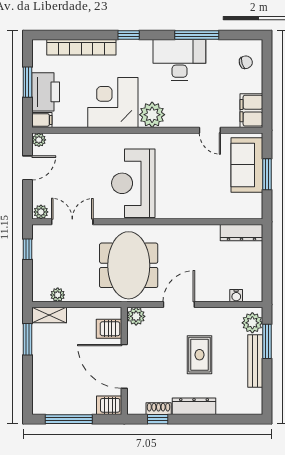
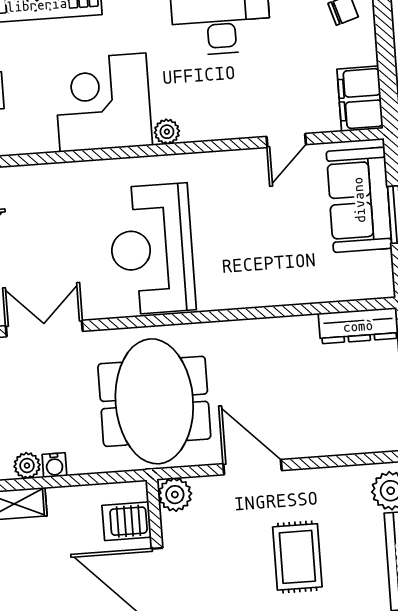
plant: (152, 115) -> (167, 132), width x0.53, depth x0.53
door: (210, 130) -> (286, 141), hinge flipped
water cooler: (236, 296) -> (54, 465), moved
door: (179, 305) -> (253, 467), hinge flipped

